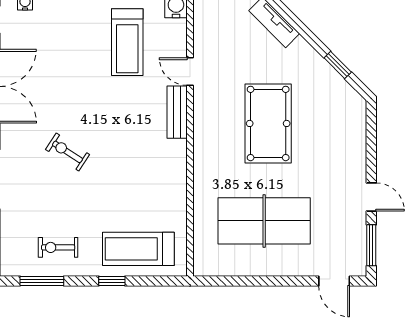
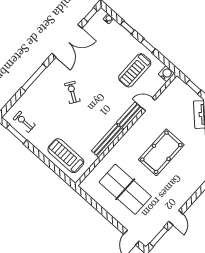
door: (190, 72) -> (149, 104), hinge flipped
bench: (177, 175) -> (107, 141), added
exercise bike: (58, 247) -> (24, 122), moved
window: (112, 281) -> (44, 159), removed

